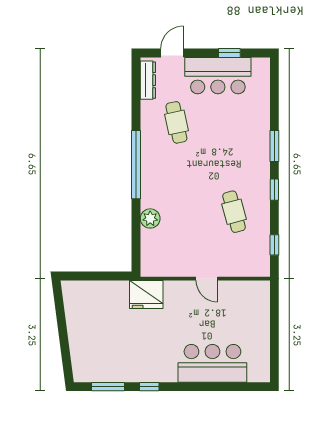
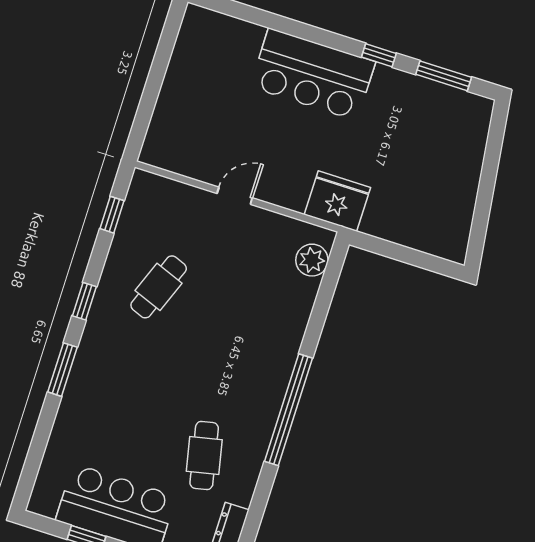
cafe table: (234, 212) -> (159, 287), turned 36
plant: (150, 218) -> (312, 260), moved
door: (207, 279) -> (235, 196), hinge flipped
bar counter: (212, 363) -> (313, 74), moved

